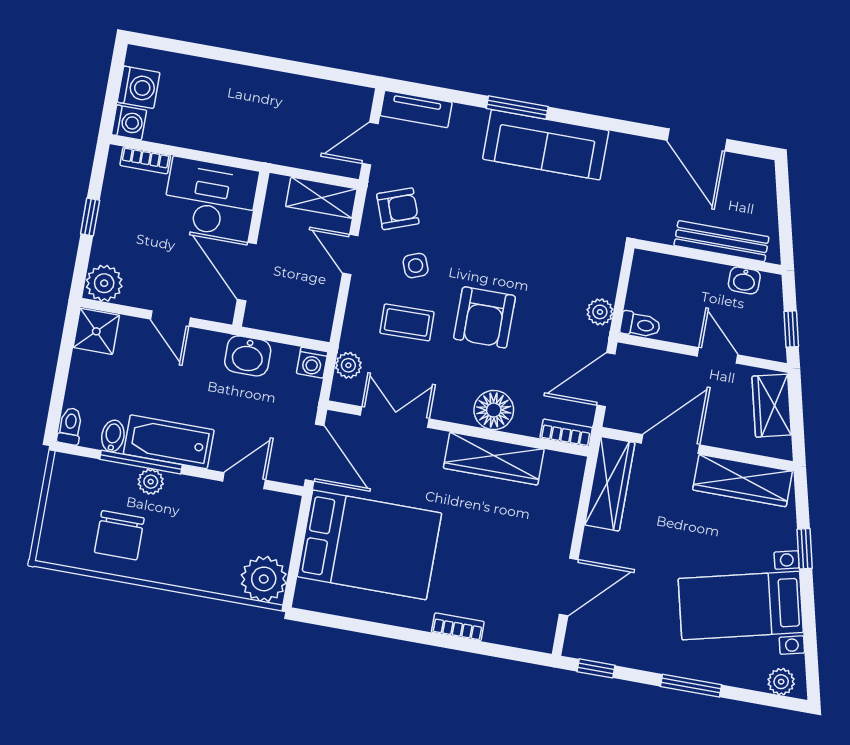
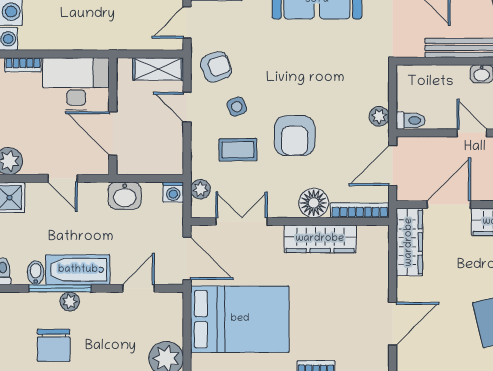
bookcase: (566, 433) -> (360, 210), width x1.56

